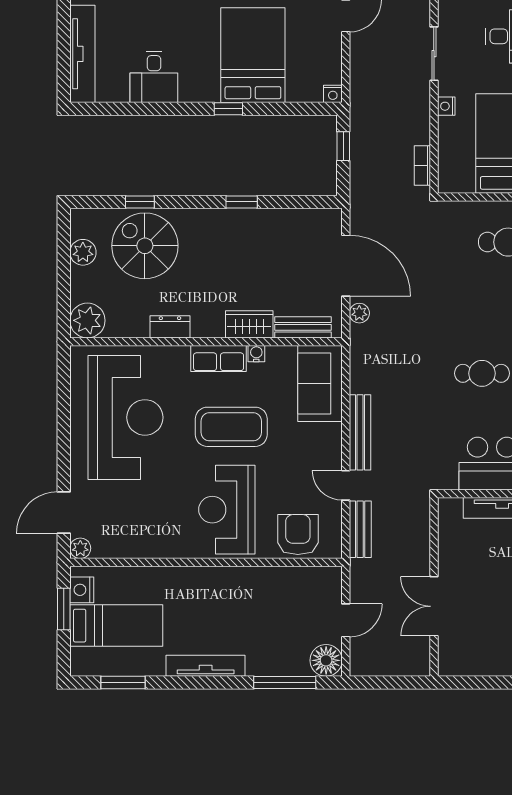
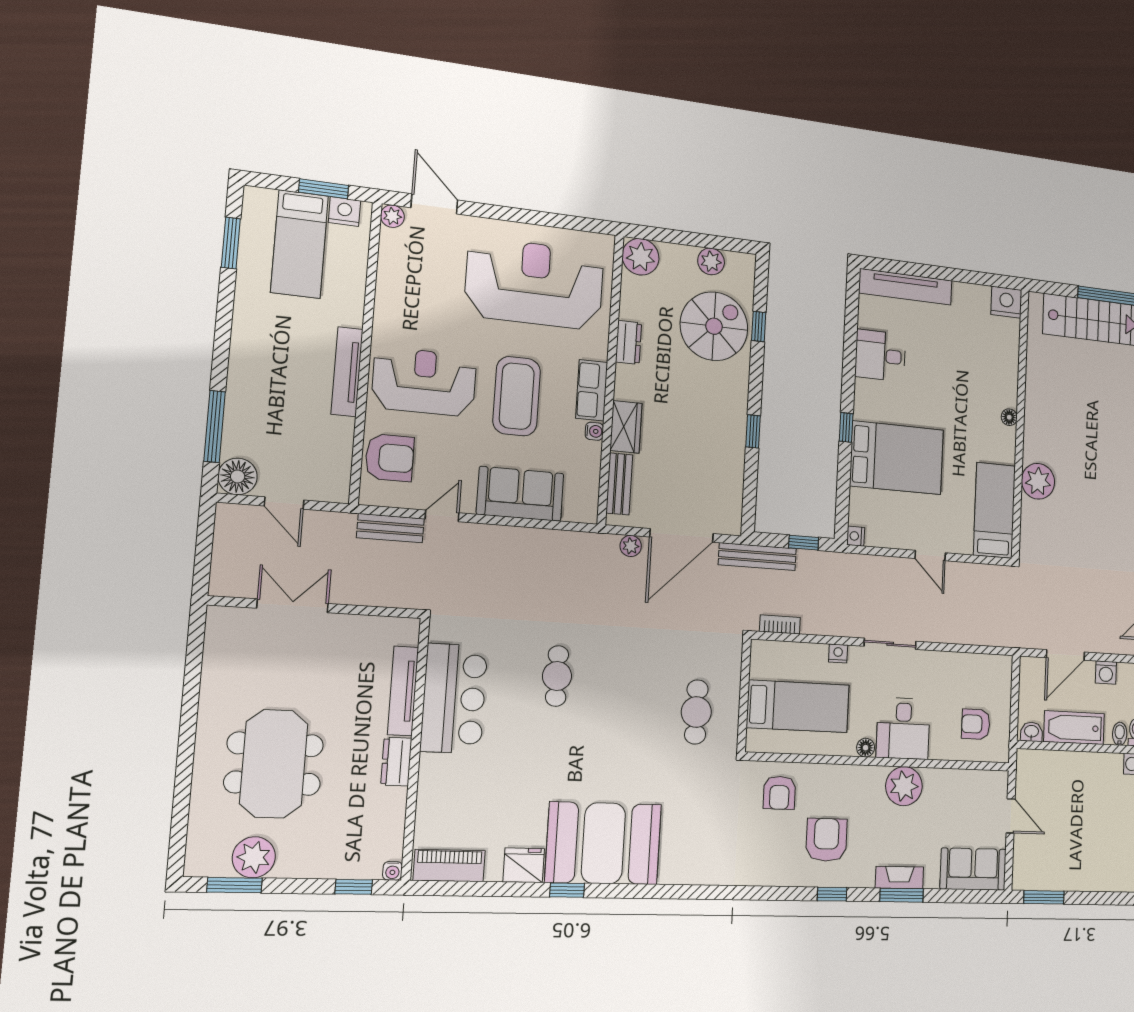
sofa: (320, 384) -> (520, 494), moved
reception desk: (125, 417) -> (535, 284), turned 180
bench: (360, 432) -> (757, 557), moved
tv unit: (206, 666) -> (347, 372), moved, turned 180

